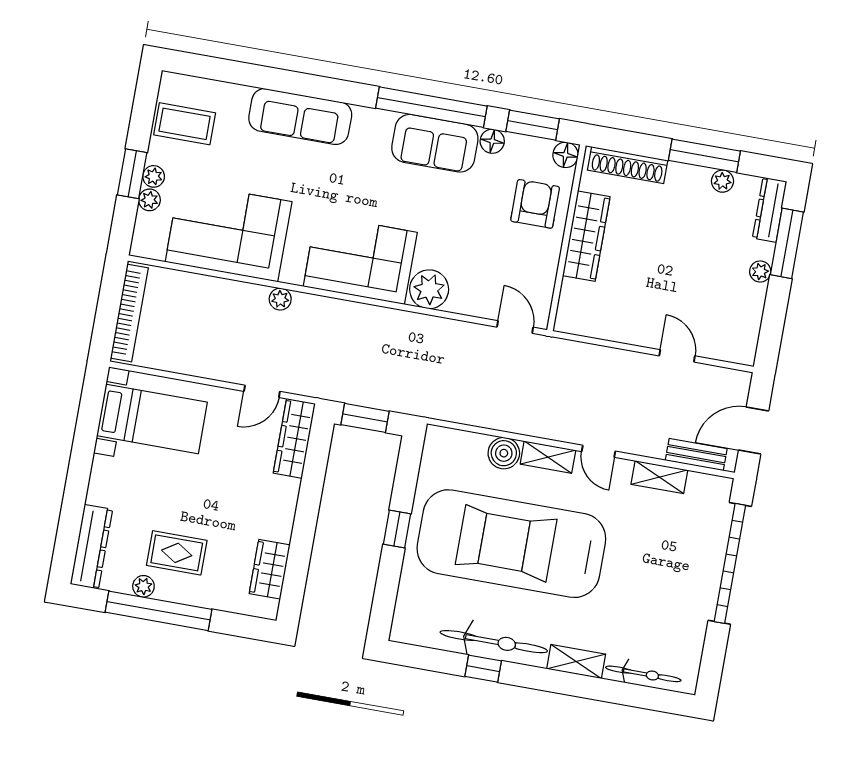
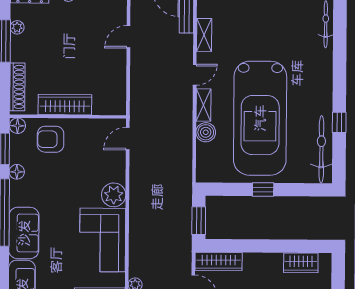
sofa: (435, 143) -> (24, 233), moved
bicycle: (494, 642) -> (321, 149), moved
shelving: (576, 662) -> (325, 67), removed

